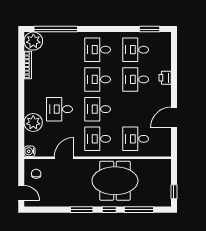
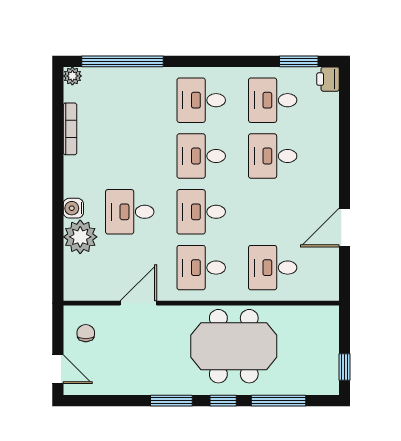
plant: (33, 41) -> (72, 76), width x0.53, depth x0.53
printer: (165, 78) -> (328, 79), moved
water cooler: (30, 151) -> (73, 208), moved

